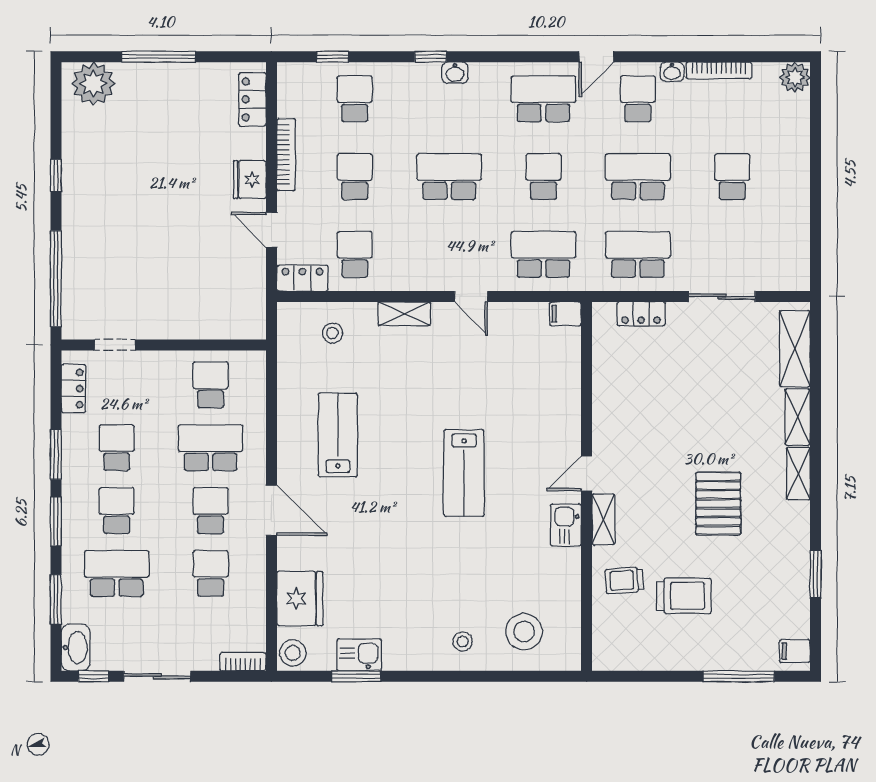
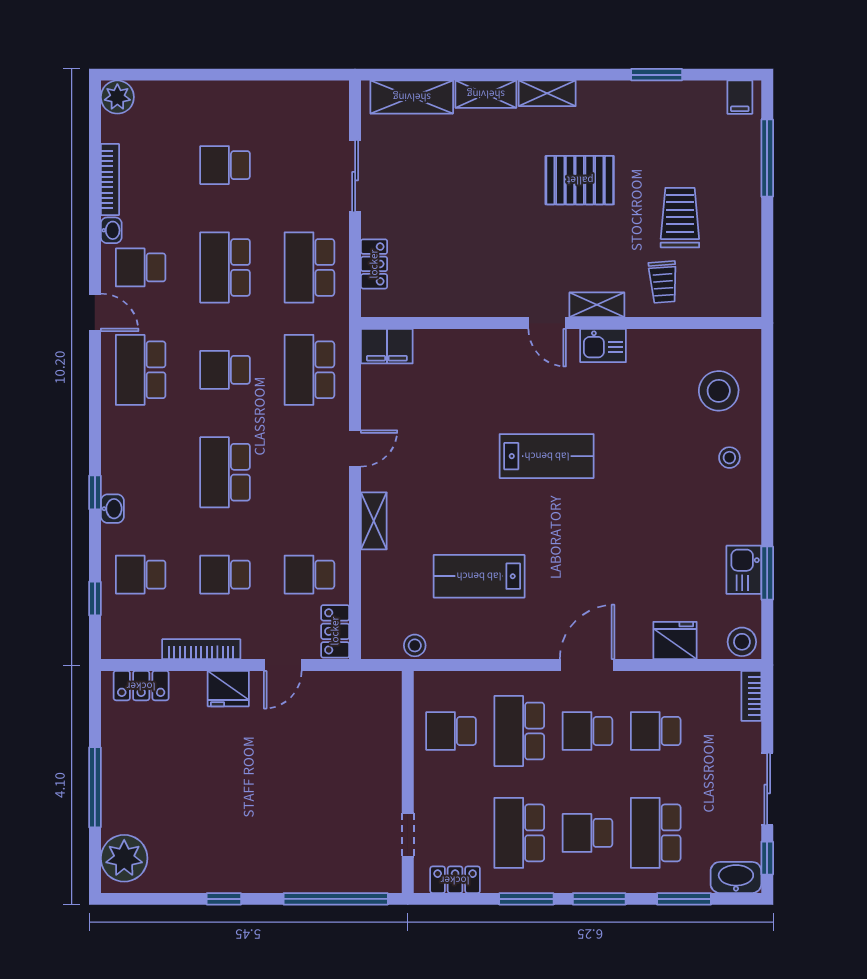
washbasin: (455, 73) -> (112, 509), moved
filing cabinet: (565, 314) -> (387, 346), width x2.00
stool: (332, 333) -> (415, 645), moved
lab bench: (338, 435) -> (479, 576), moved
school desk: (117, 448) -> (519, 833), width x1.85
fridge: (300, 599) -> (675, 640), width x0.73, depth x0.75

